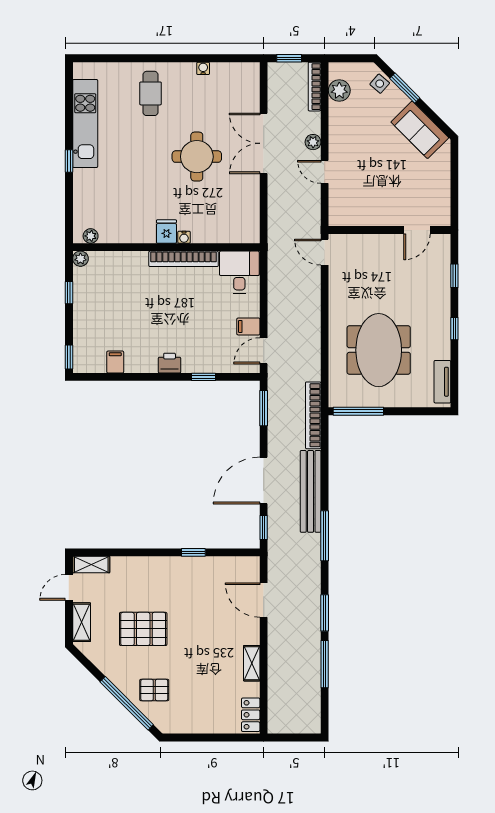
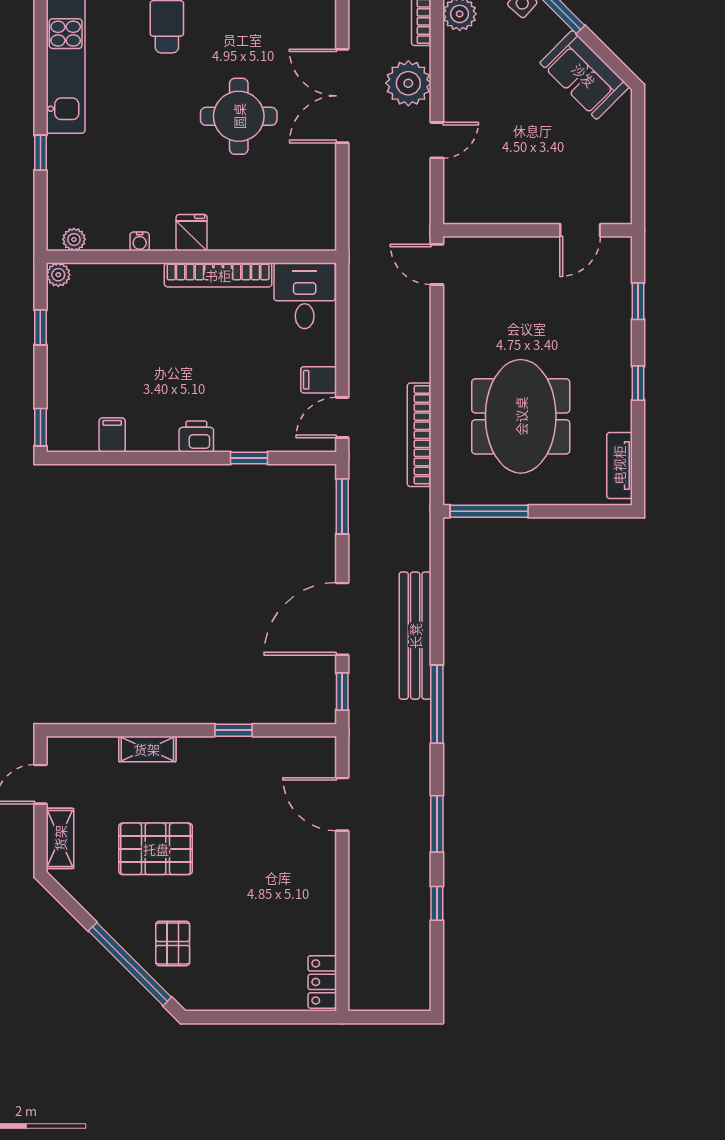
plant: (313, 142) -> (408, 83), width x1.87, depth x1.87
window: (69, 161) -> (40, 153), moved
door: (325, 172) -> (437, 140), swing flipped
water cooler: (184, 237) -> (140, 241), moved
bookcase: (313, 415) -> (419, 435), moved
shelving: (91, 565) -> (147, 749), moved
shelving: (252, 663) -> (324, 902), removed
window: (325, 664) -> (437, 903), width x0.46
pallet: (154, 690) -> (173, 943), turned 90

